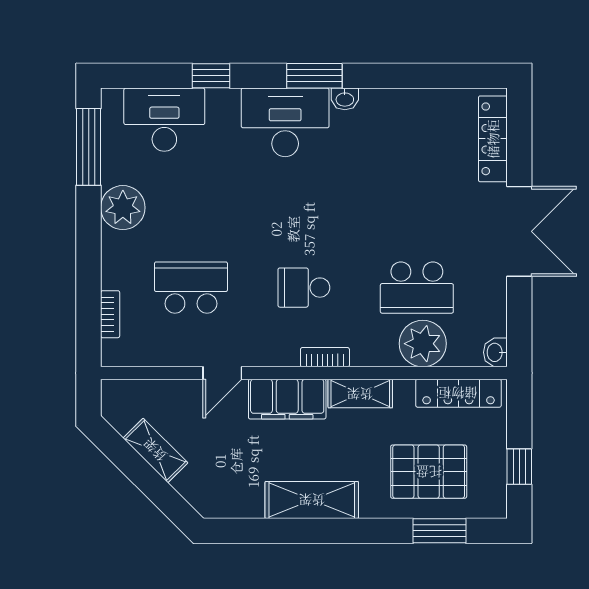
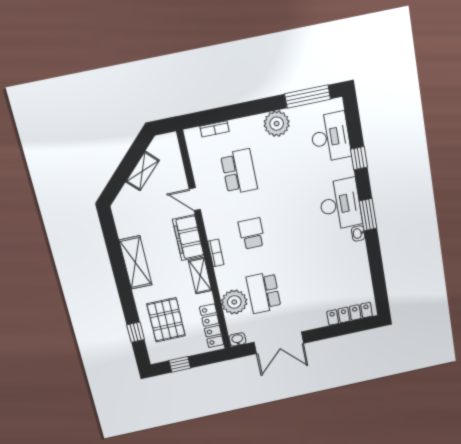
double door: (519, 231) -> (279, 343), moved
window: (439, 531) -> (136, 332), width x0.67

